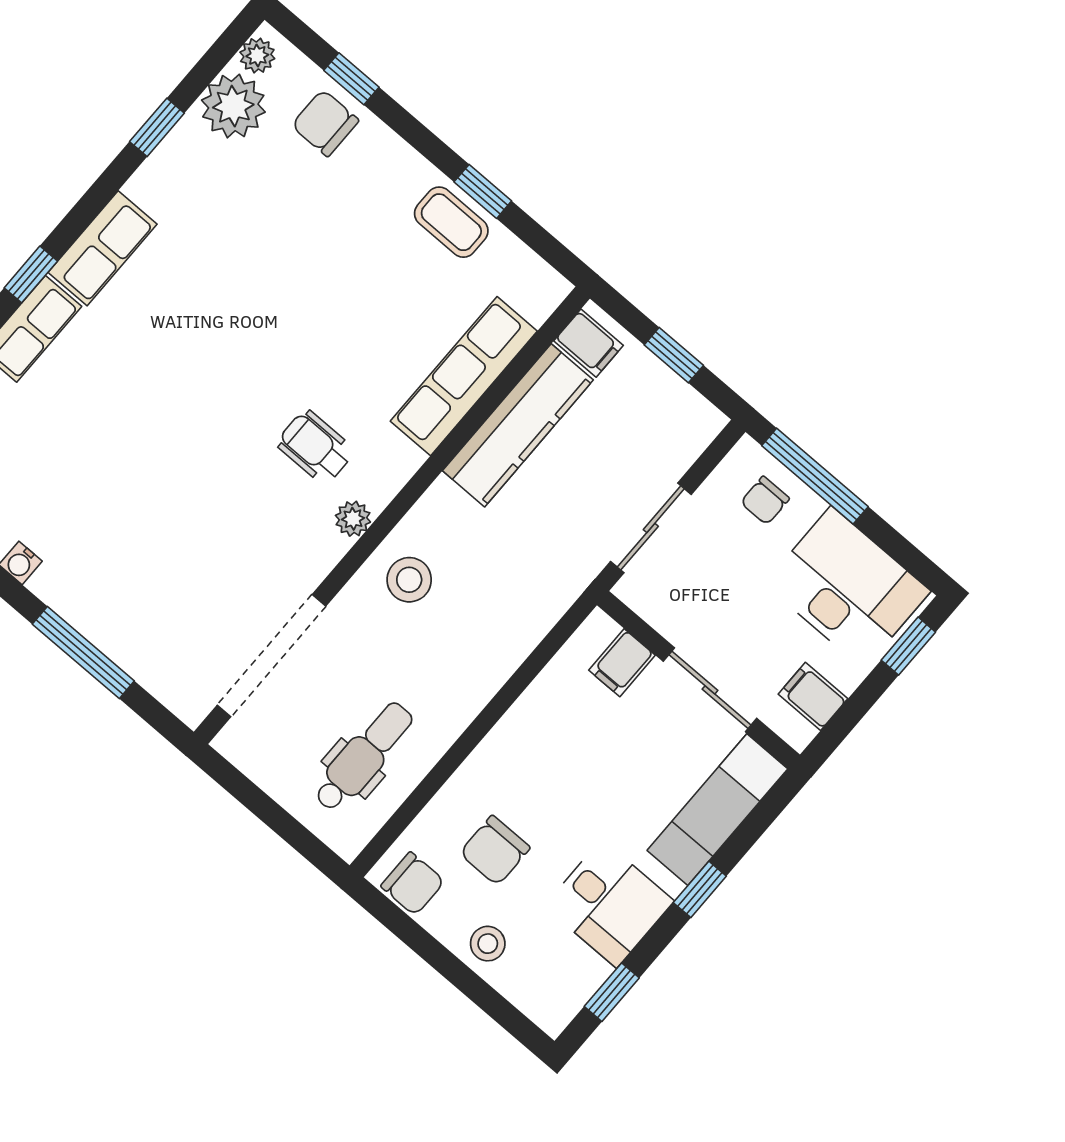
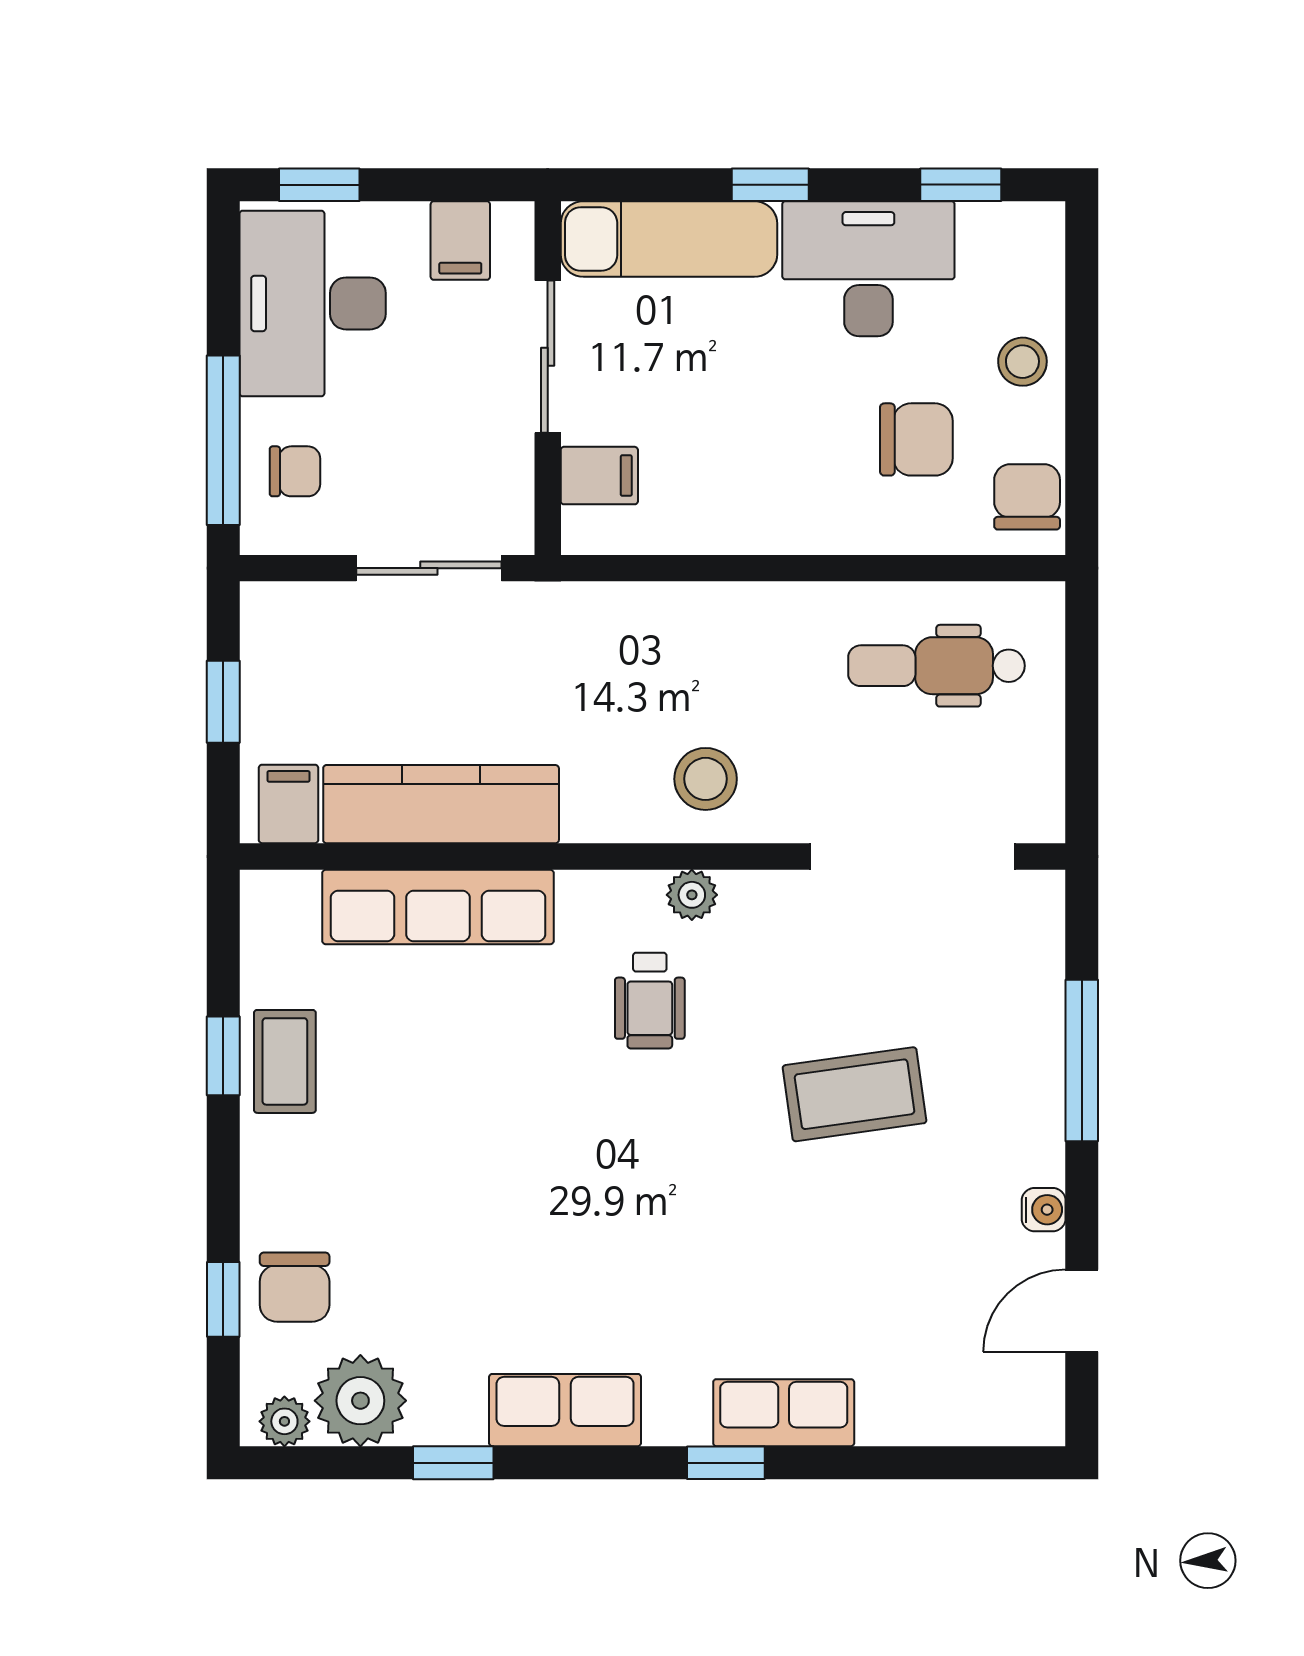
row of seats: (103, 248) -> (565, 1410), moved
coffee table: (170, 514) -> (855, 1094), added
desk: (609, 904) -> (868, 269), width x1.37

